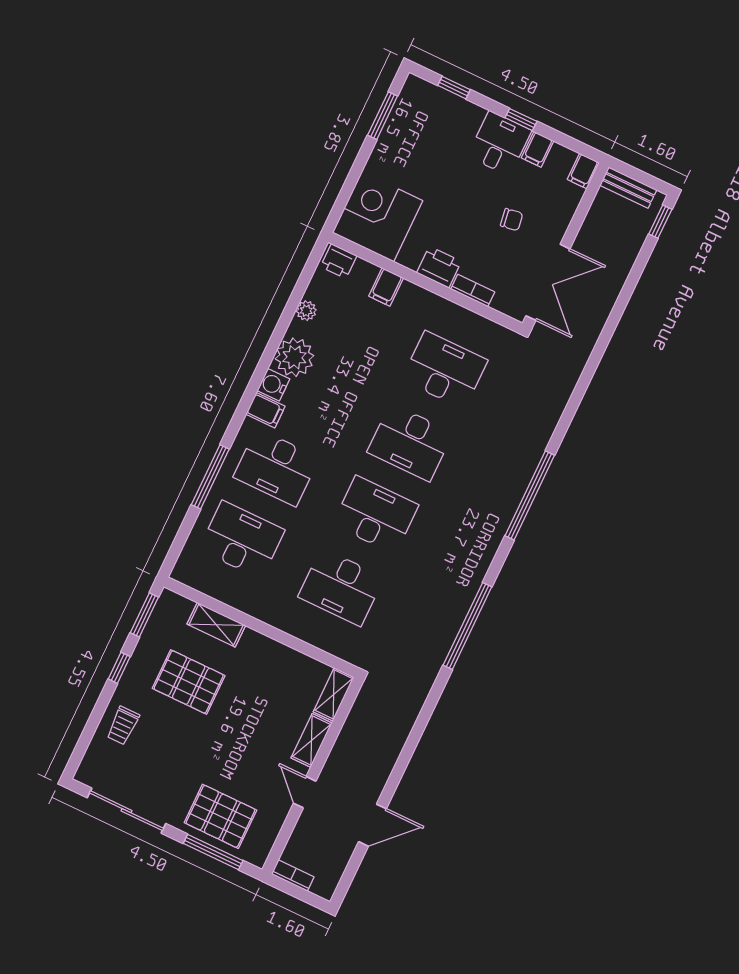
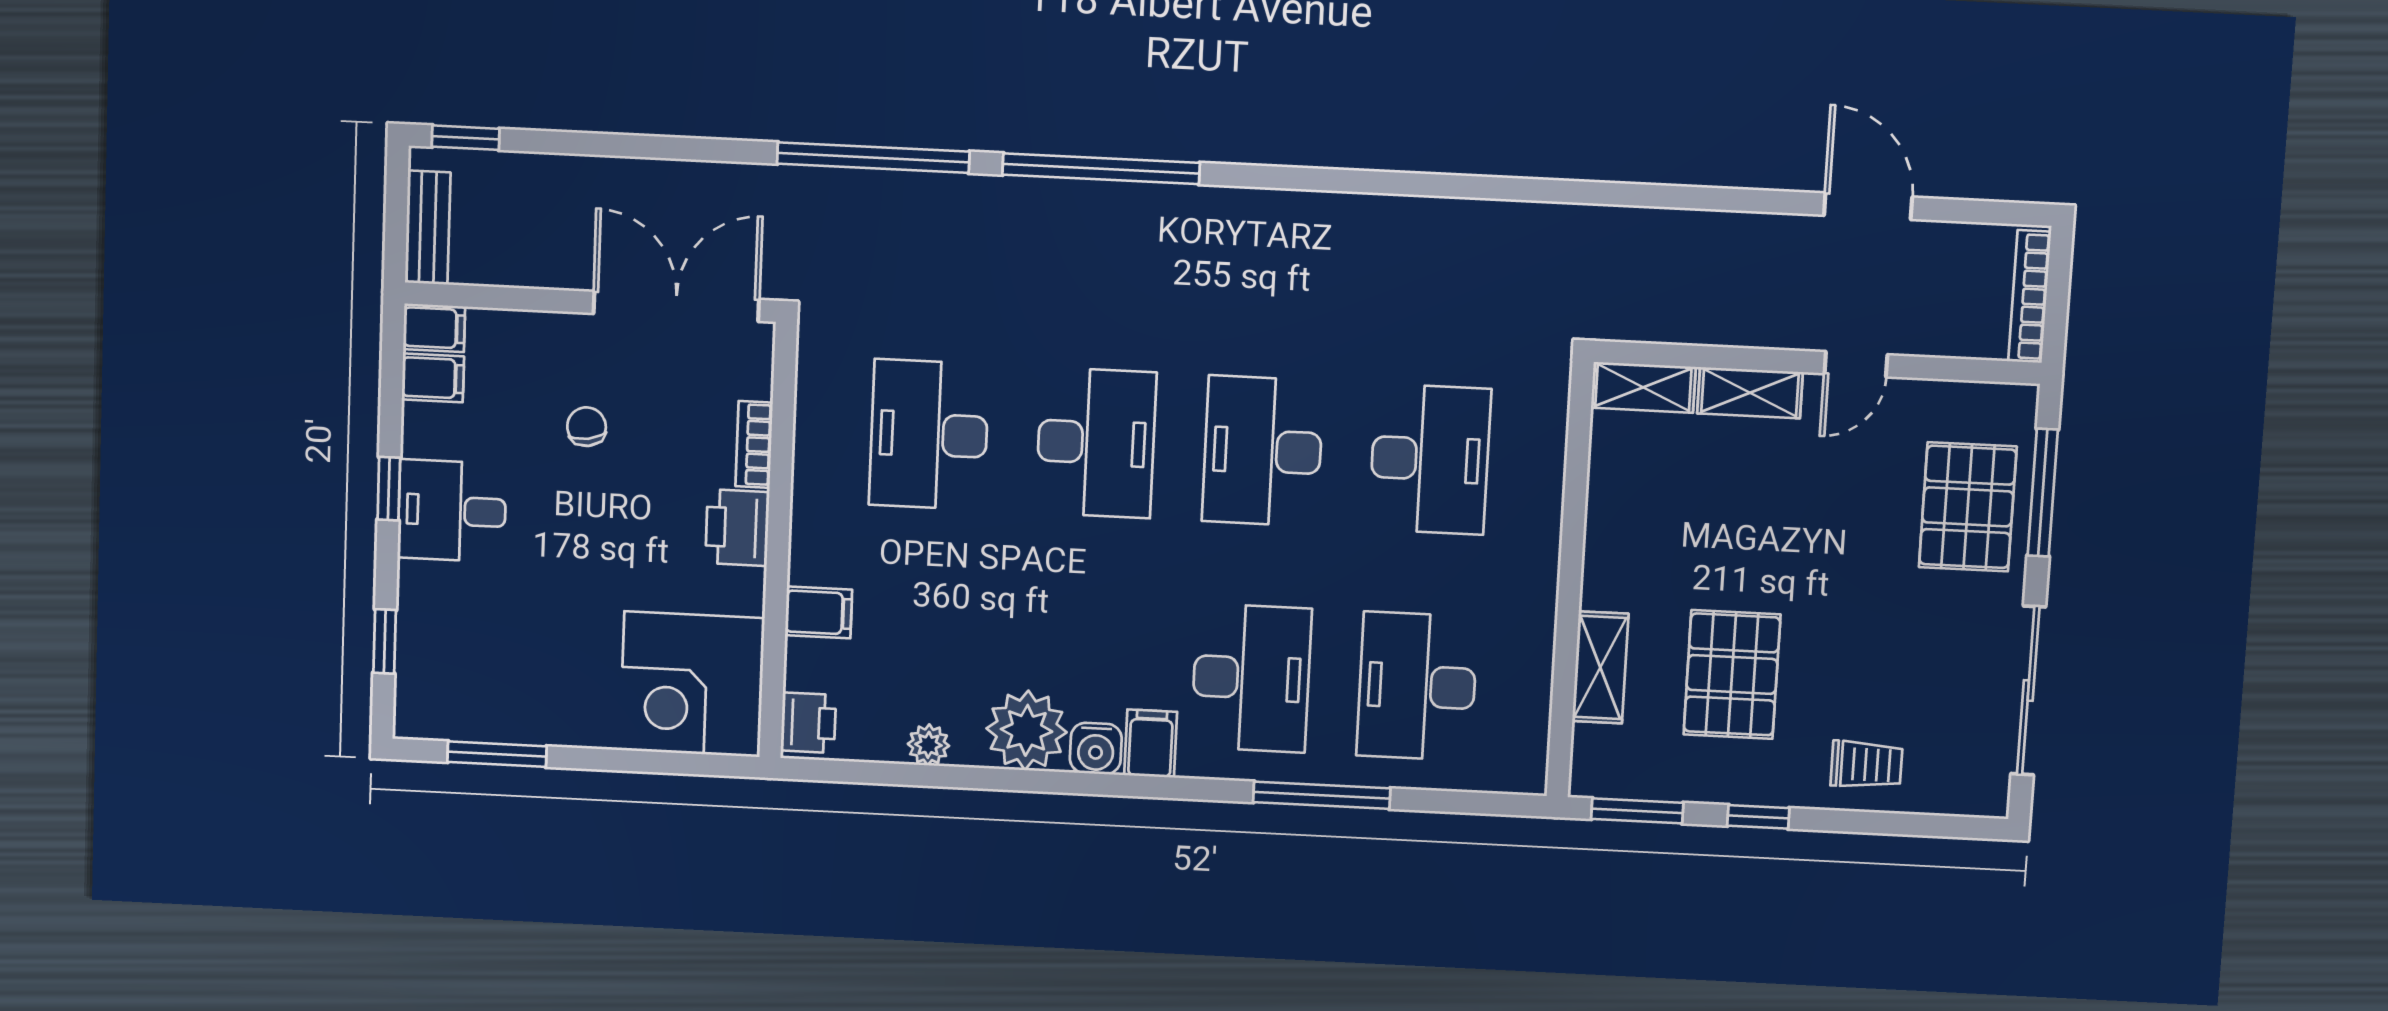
filing cabinet: (538, 149) -> (433, 378), moved
window: (467, 626) -> (873, 158), moved
bookcase: (293, 876) -> (2030, 296), width x1.56

